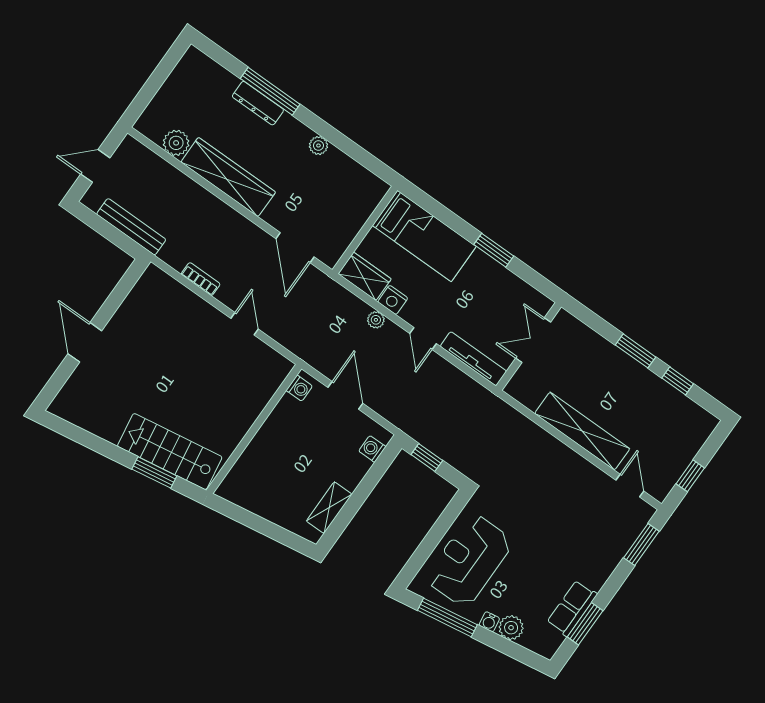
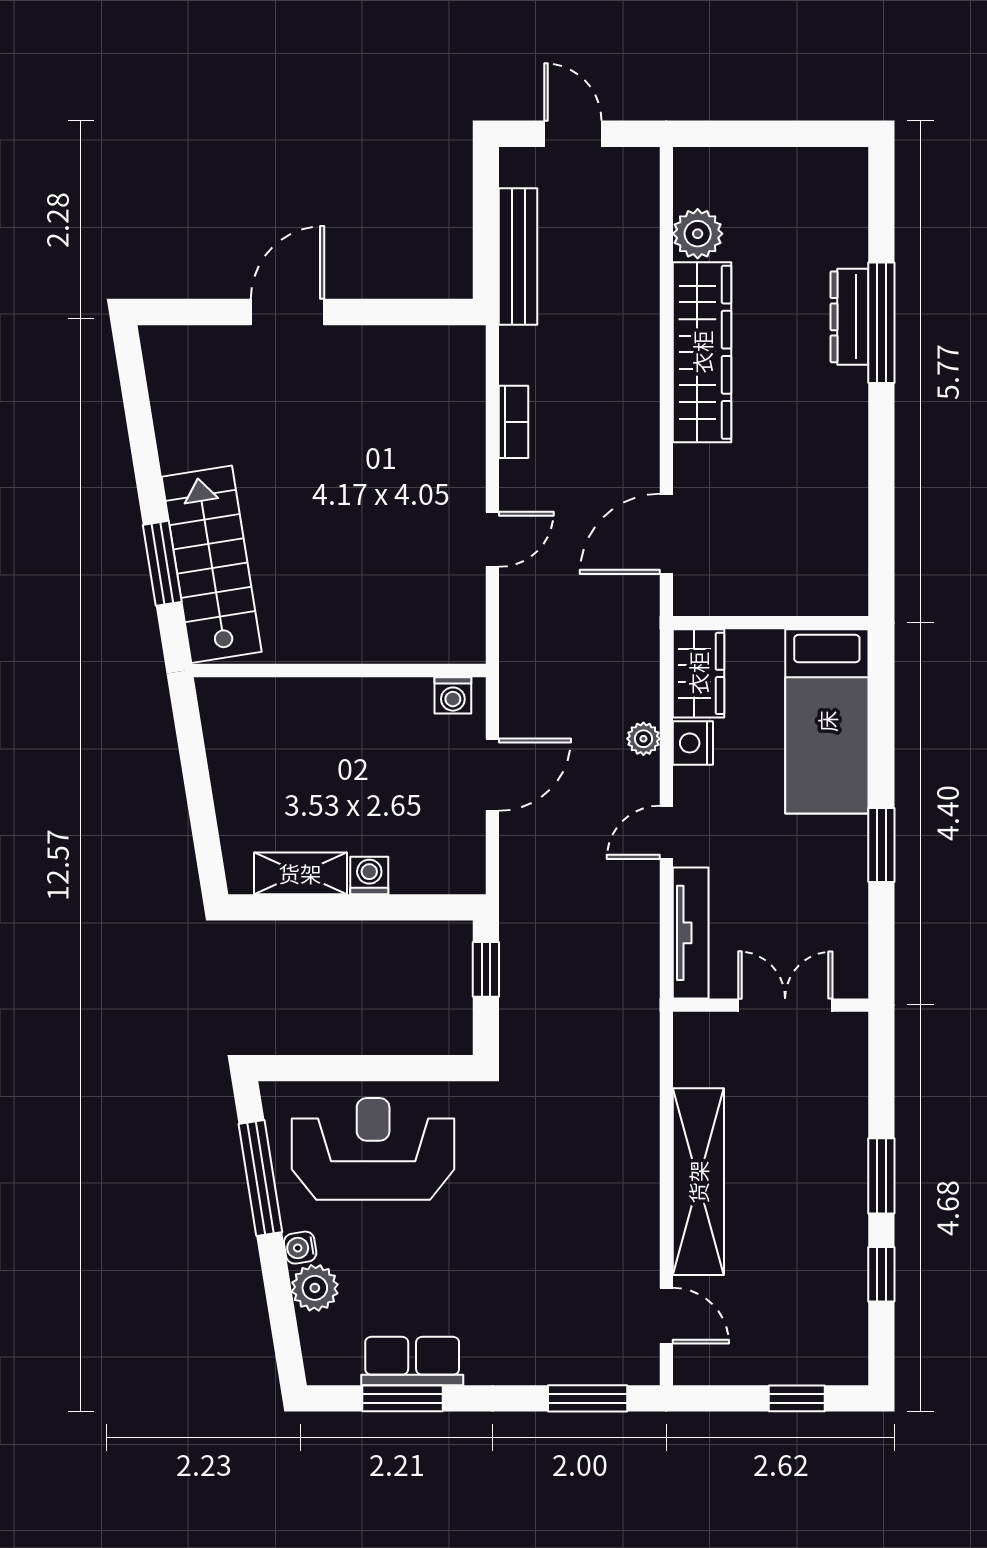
plant: (318, 146) -> (850, 457), removed
washing machine: (372, 449) -> (369, 875), moved
window: (690, 476) -> (797, 1398), moved
door: (630, 486) -> (666, 1316), hinge flipped

